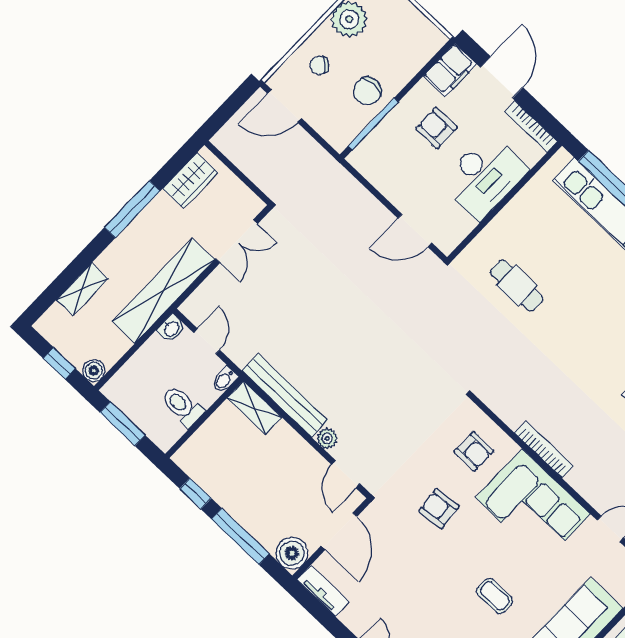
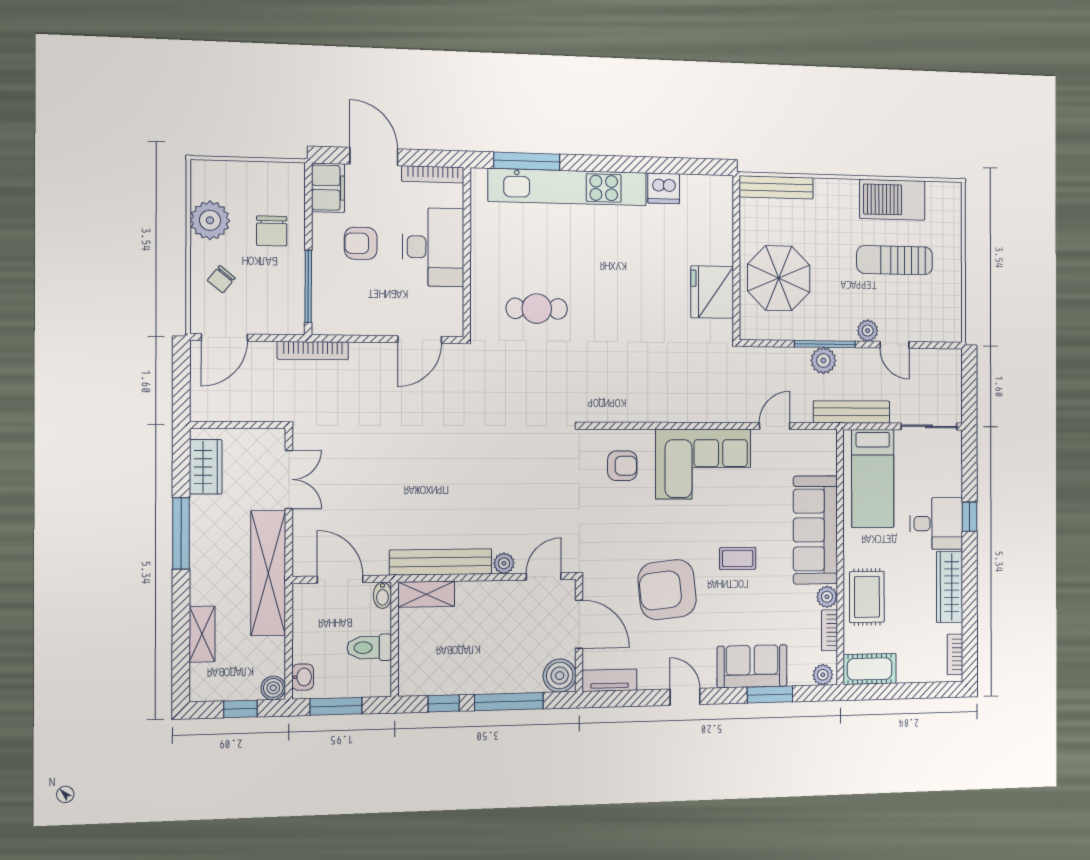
chair: (367, 91) -> (272, 231), moved
washbasin: (171, 328) -> (303, 677), moved
door: (207, 341) -> (340, 579), width x1.38
bookcase: (544, 449) -> (313, 351), moved, turned 180
door: (346, 474) -> (544, 577), swing flipped
armchair: (439, 509) -> (667, 590), moved, width x1.88, depth x1.88

